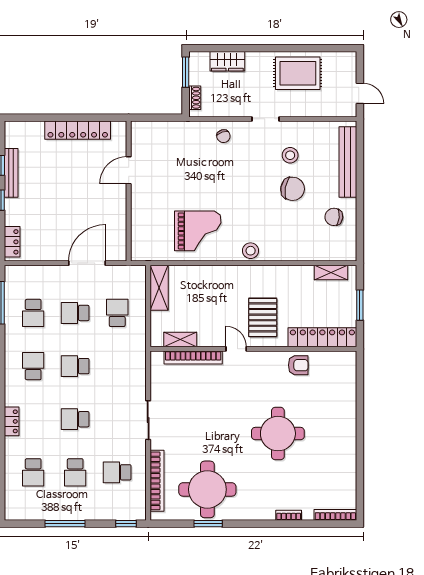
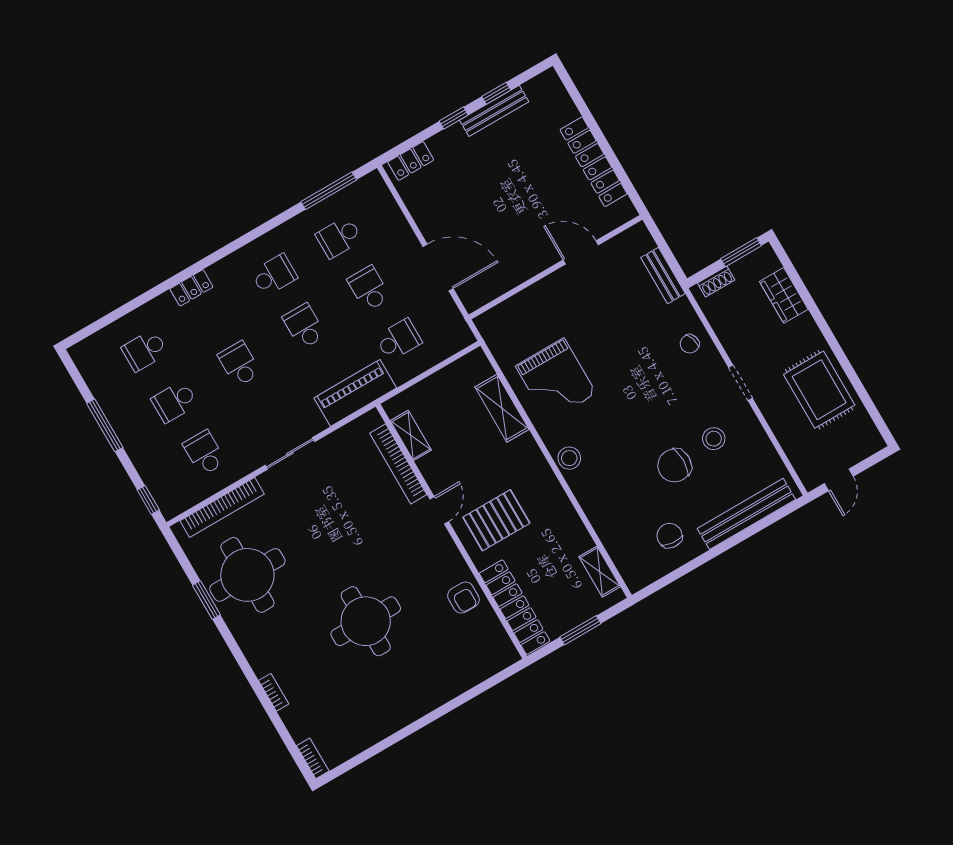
bench: (172, 128) -> (663, 276), added
chair: (293, 189) -> (674, 465), turned 80
shelving: (159, 288) -> (502, 408), moved, turned 90
piano: (134, 359) -> (355, 393), added
bookcase: (335, 515) -> (313, 758), width x0.64

